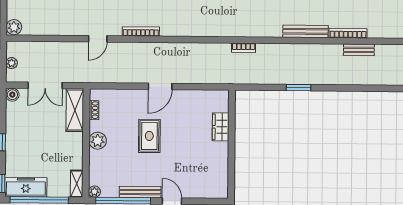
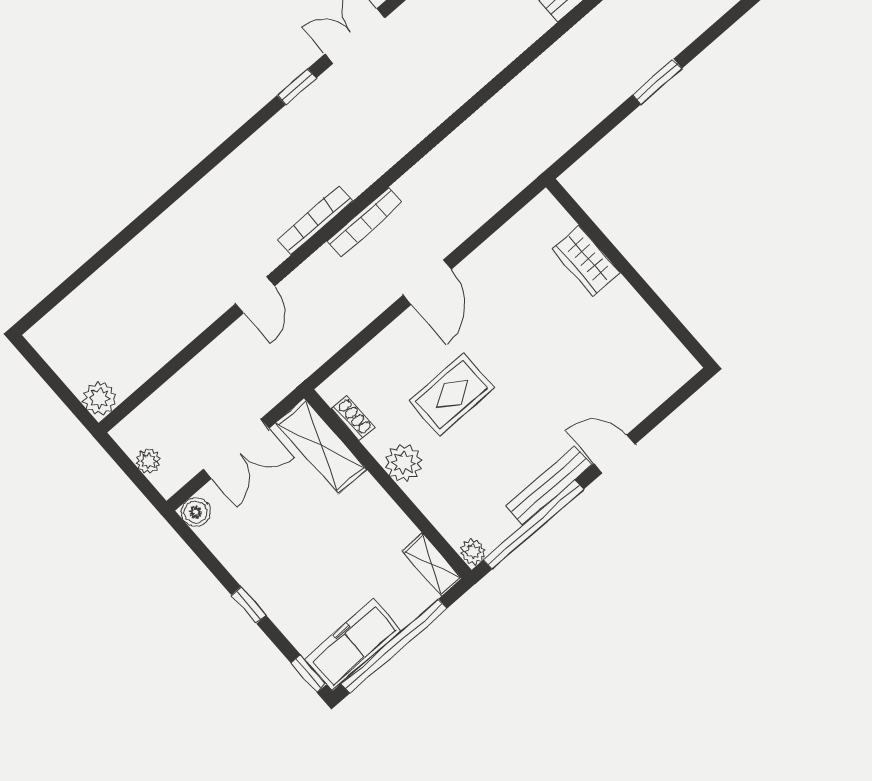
bookcase: (244, 48) -> (365, 222), moved, width x1.56
rug: (149, 136) -> (452, 394), moved, turned 90

